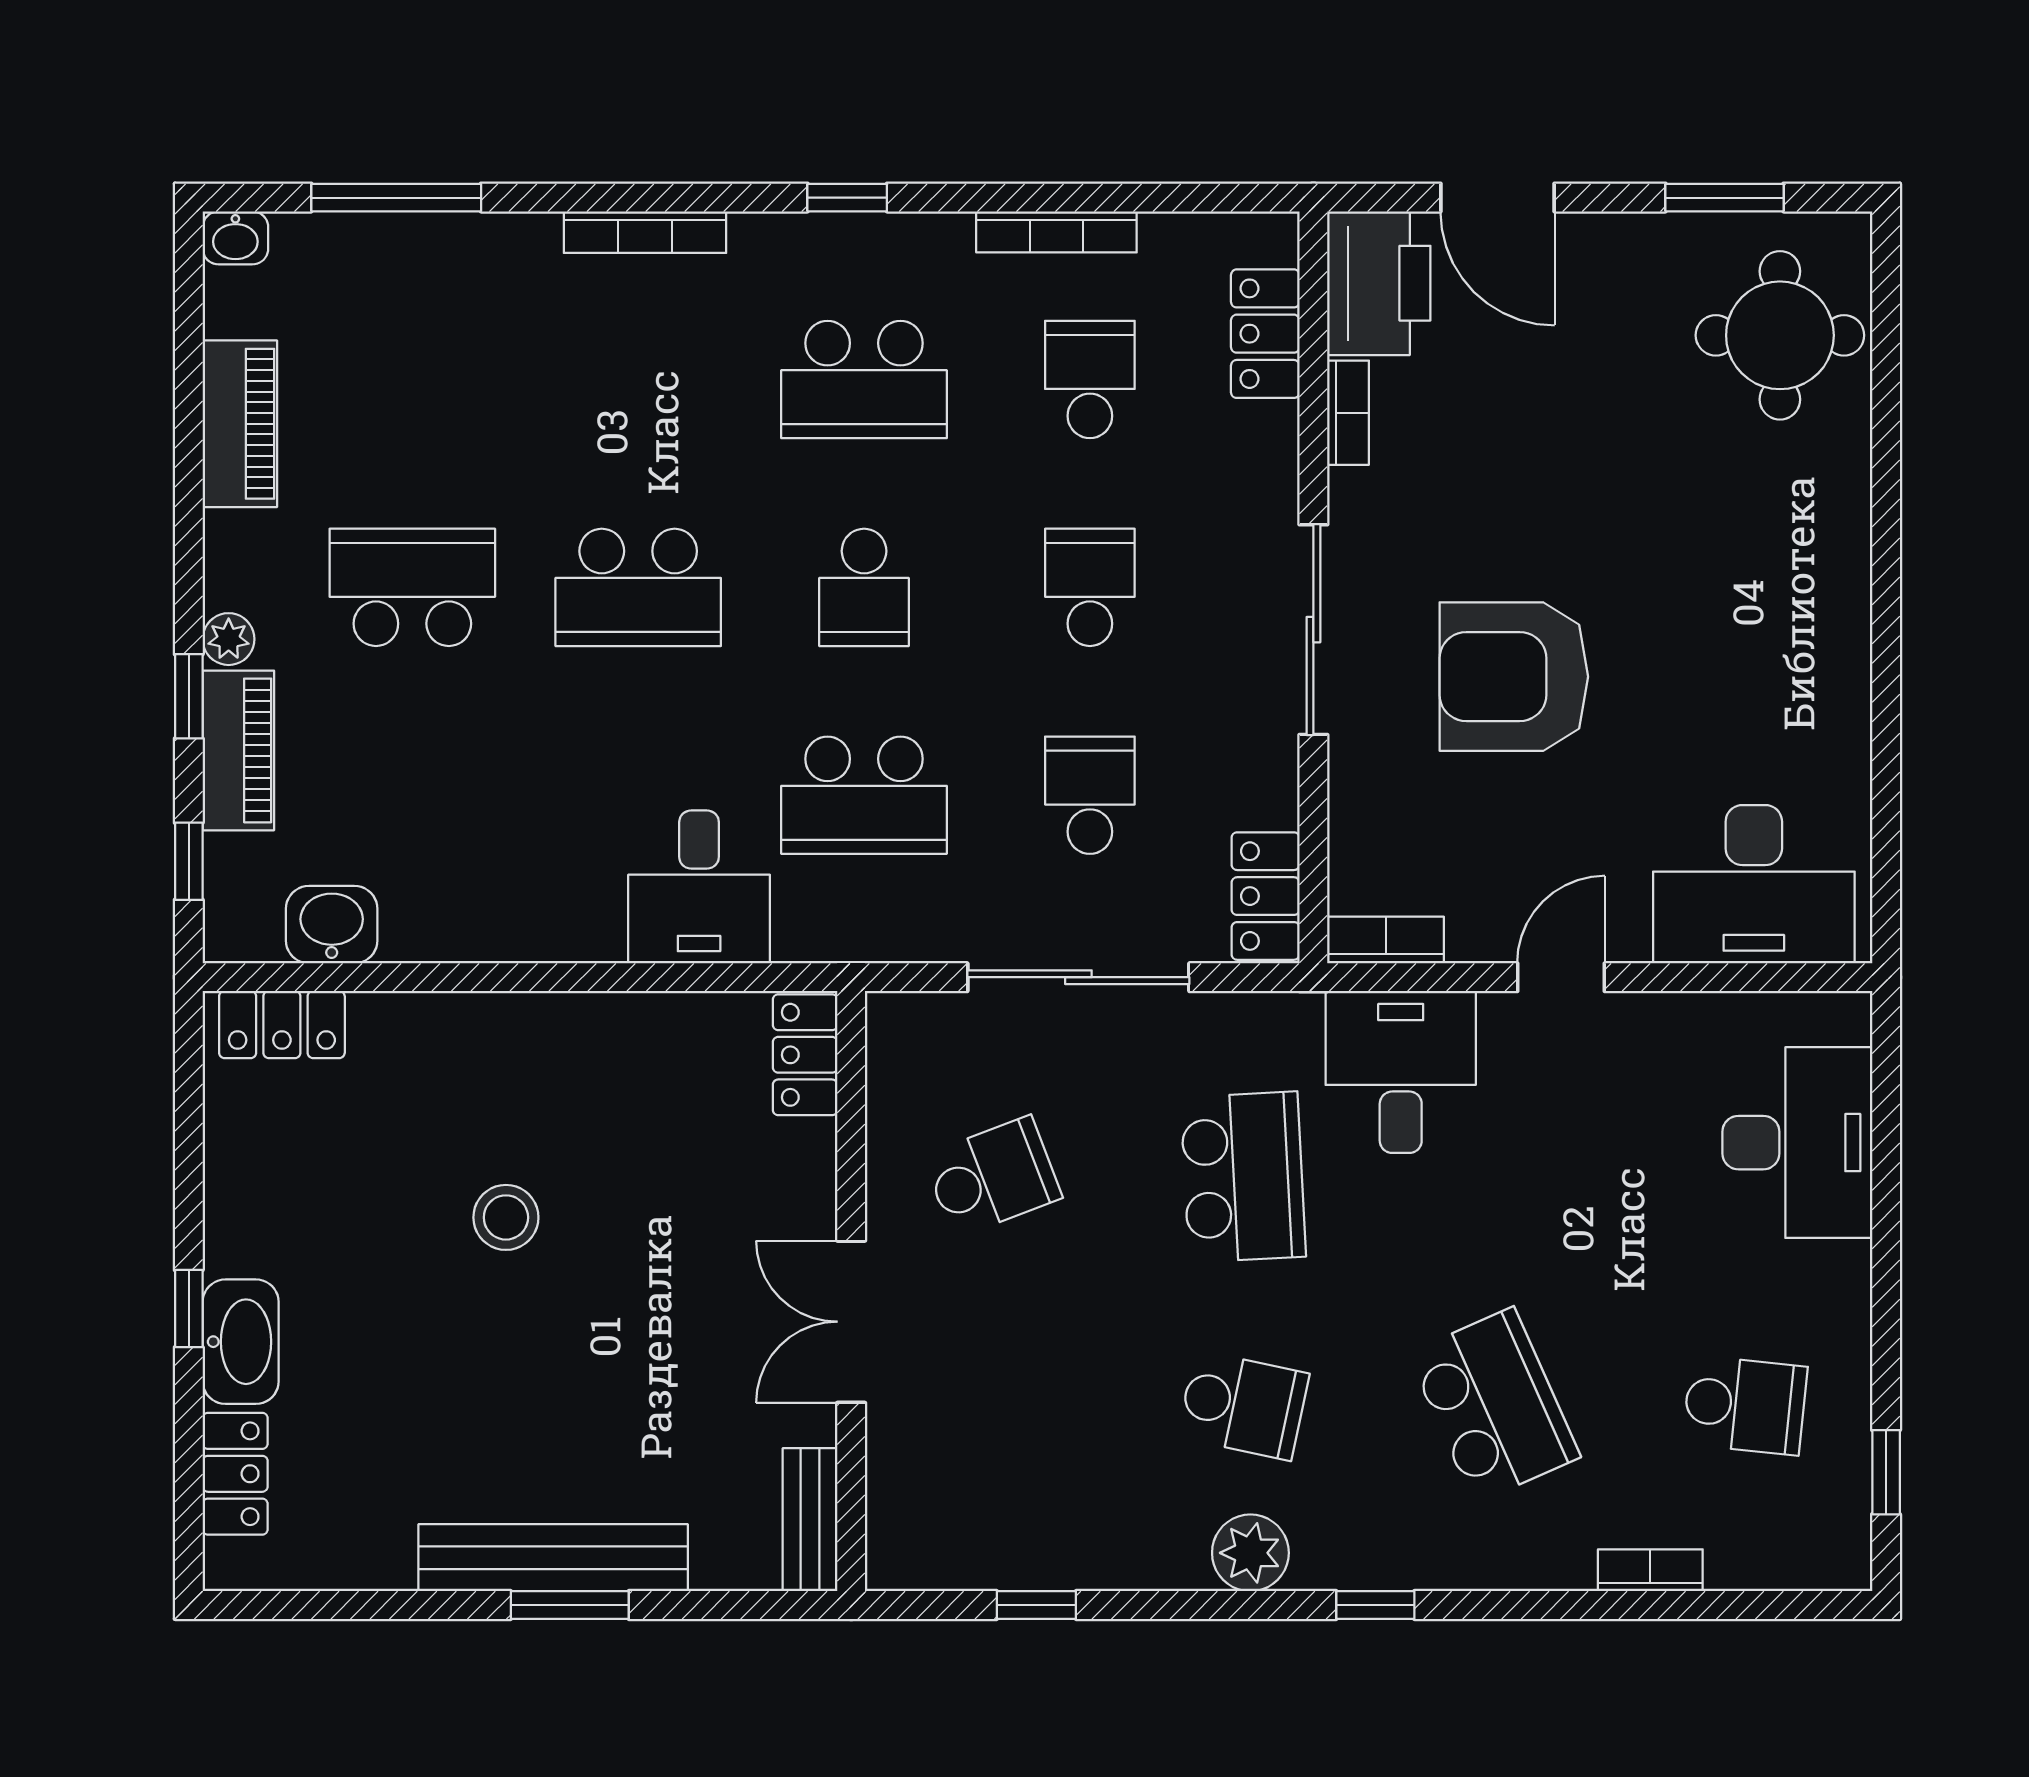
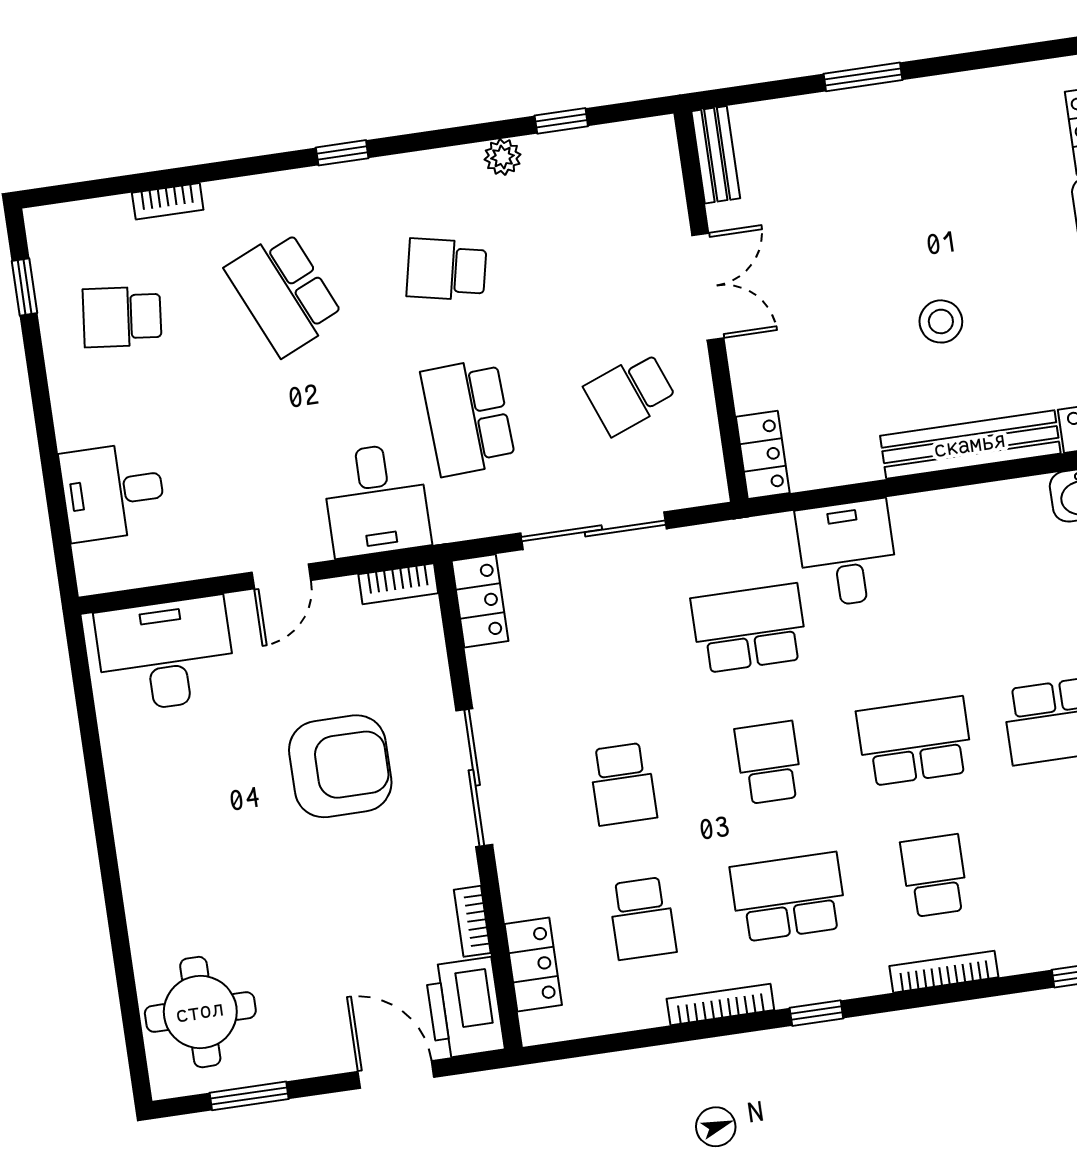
bookcase: (1056, 232) -> (720, 1004), moved
school desk: (1090, 795) -> (934, 876), moved, turned 180
desk: (1797, 1143) -> (113, 492), width x0.73
plant: (1250, 1553) -> (503, 157), moved, width x0.73, depth x0.73
bench: (553, 1558) -> (970, 445), moved

